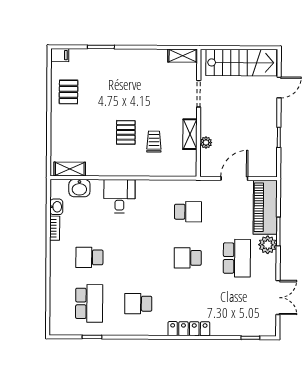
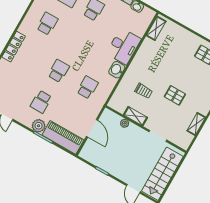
shelving: (183, 56) -> (196, 124), moved
pallet: (126, 132) -> (175, 95), moved
washbasin: (79, 188) -> (117, 70), moved
desk: (119, 196) -> (124, 46), width x1.37
school desk: (188, 212) -> (87, 87), turned 180
school desk: (237, 258) -> (41, 102), width x0.54

